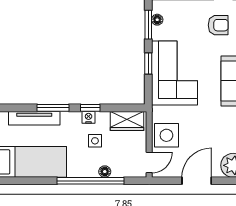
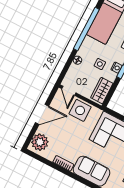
window: (90, 181) -> (86, 29), moved
door: (197, 181) -> (42, 114), hinge flipped

